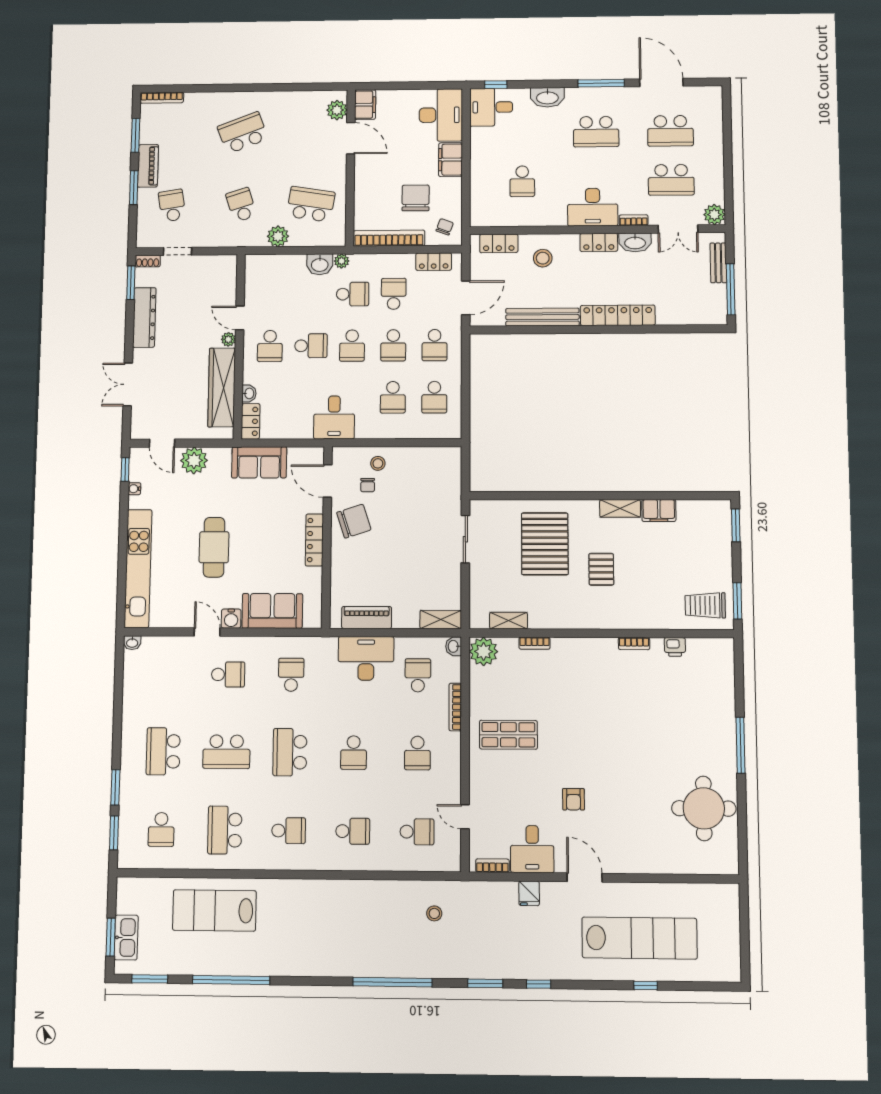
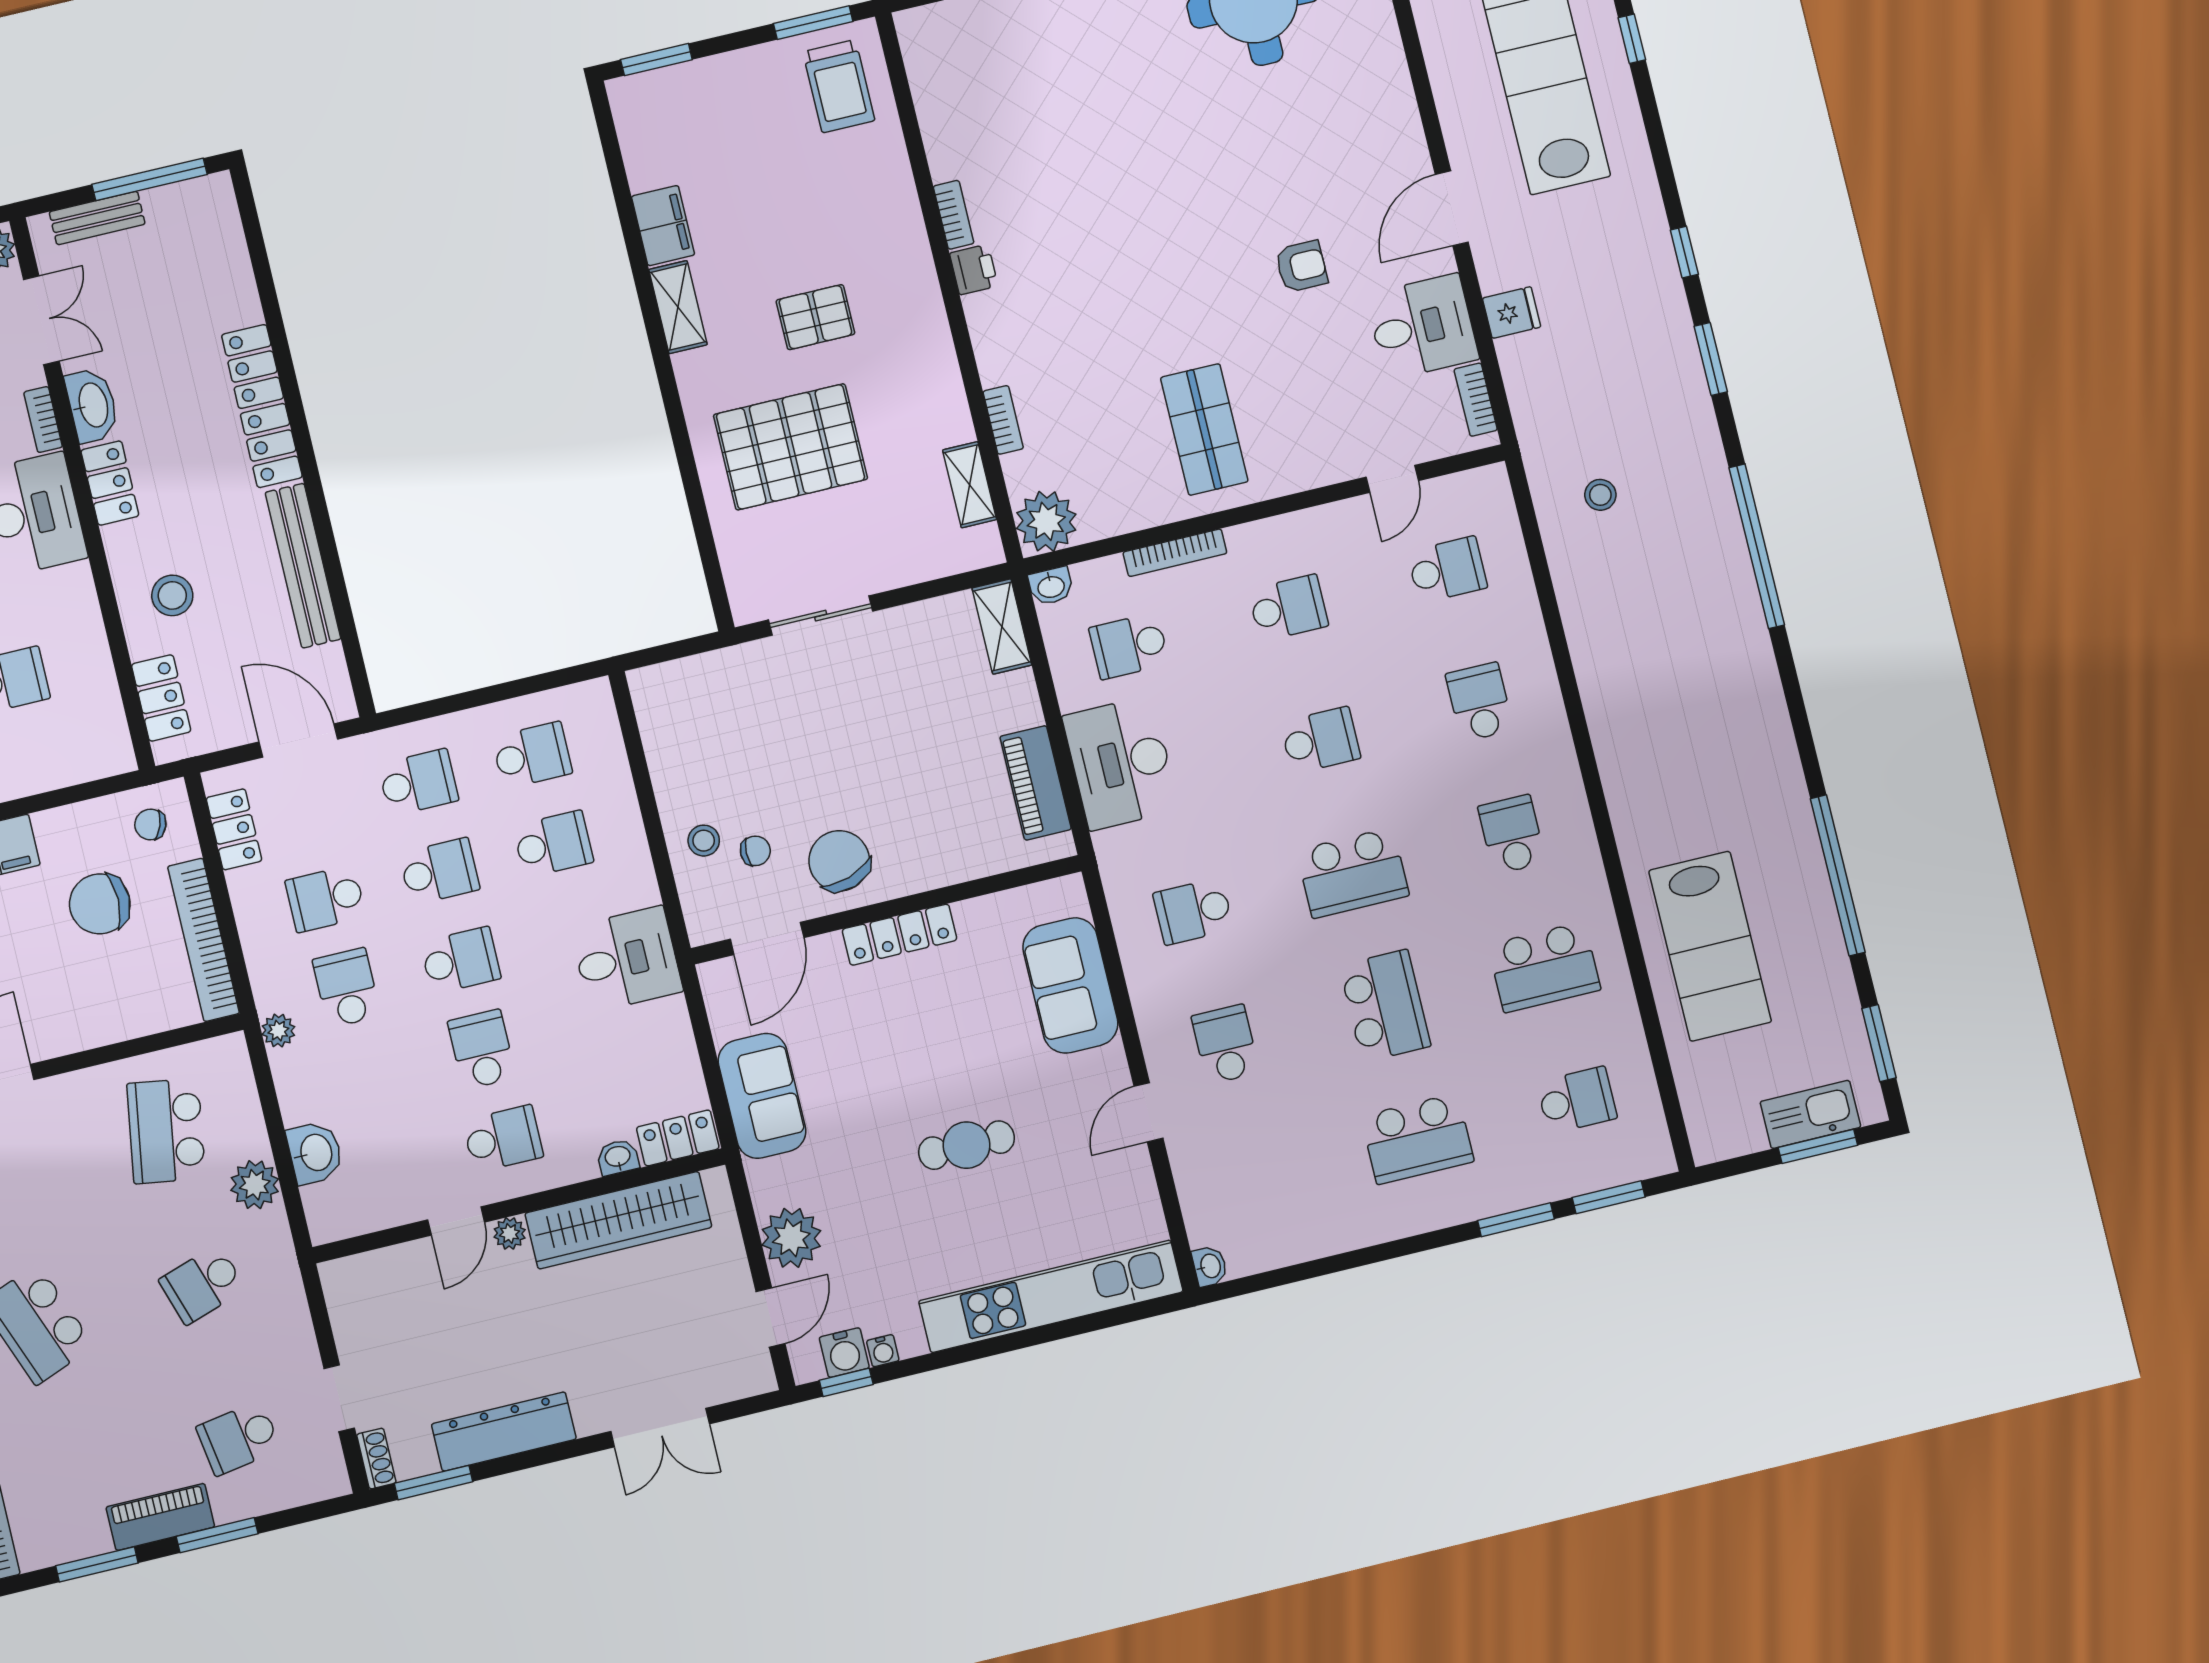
washbasin: (320, 264) -> (315, 1153), moved
cafe table: (214, 547) -> (966, 1145), width x0.73, depth x0.74
water cooler: (231, 619) -> (844, 1353), moved, turned 90
printer: (675, 647) -> (974, 270), moved
school desk: (417, 832) -> (1447, 570), turned 90

